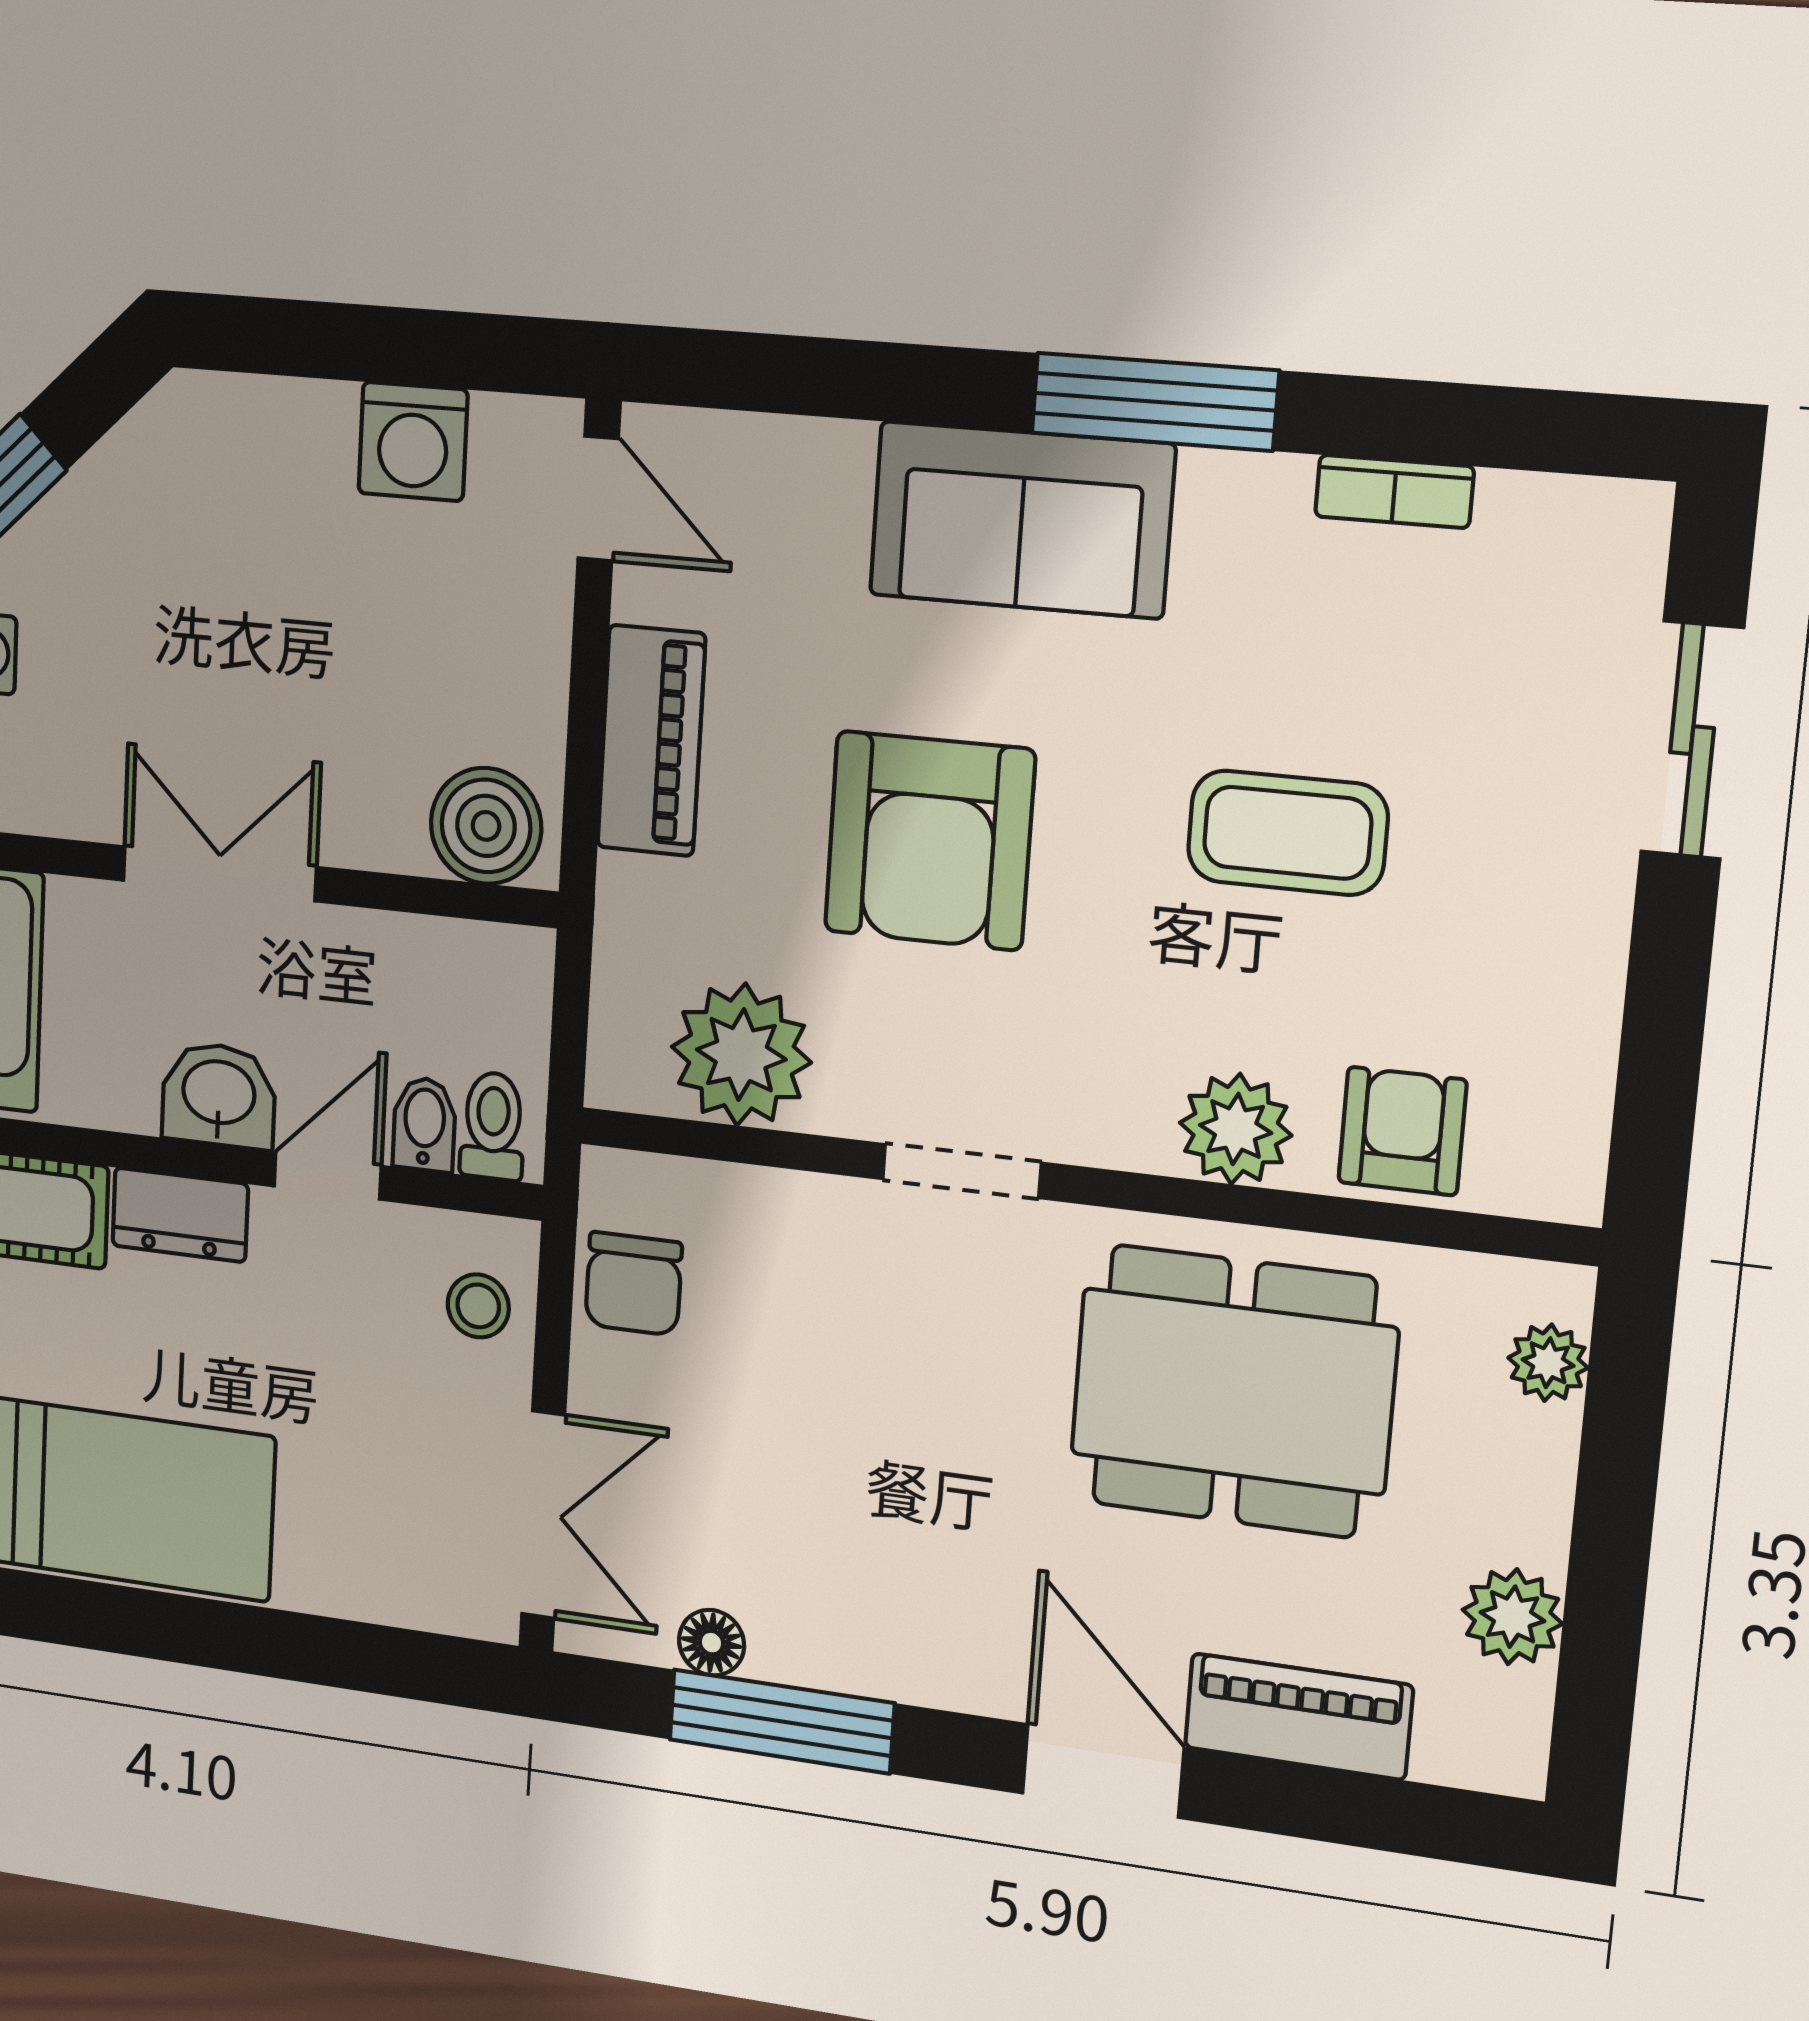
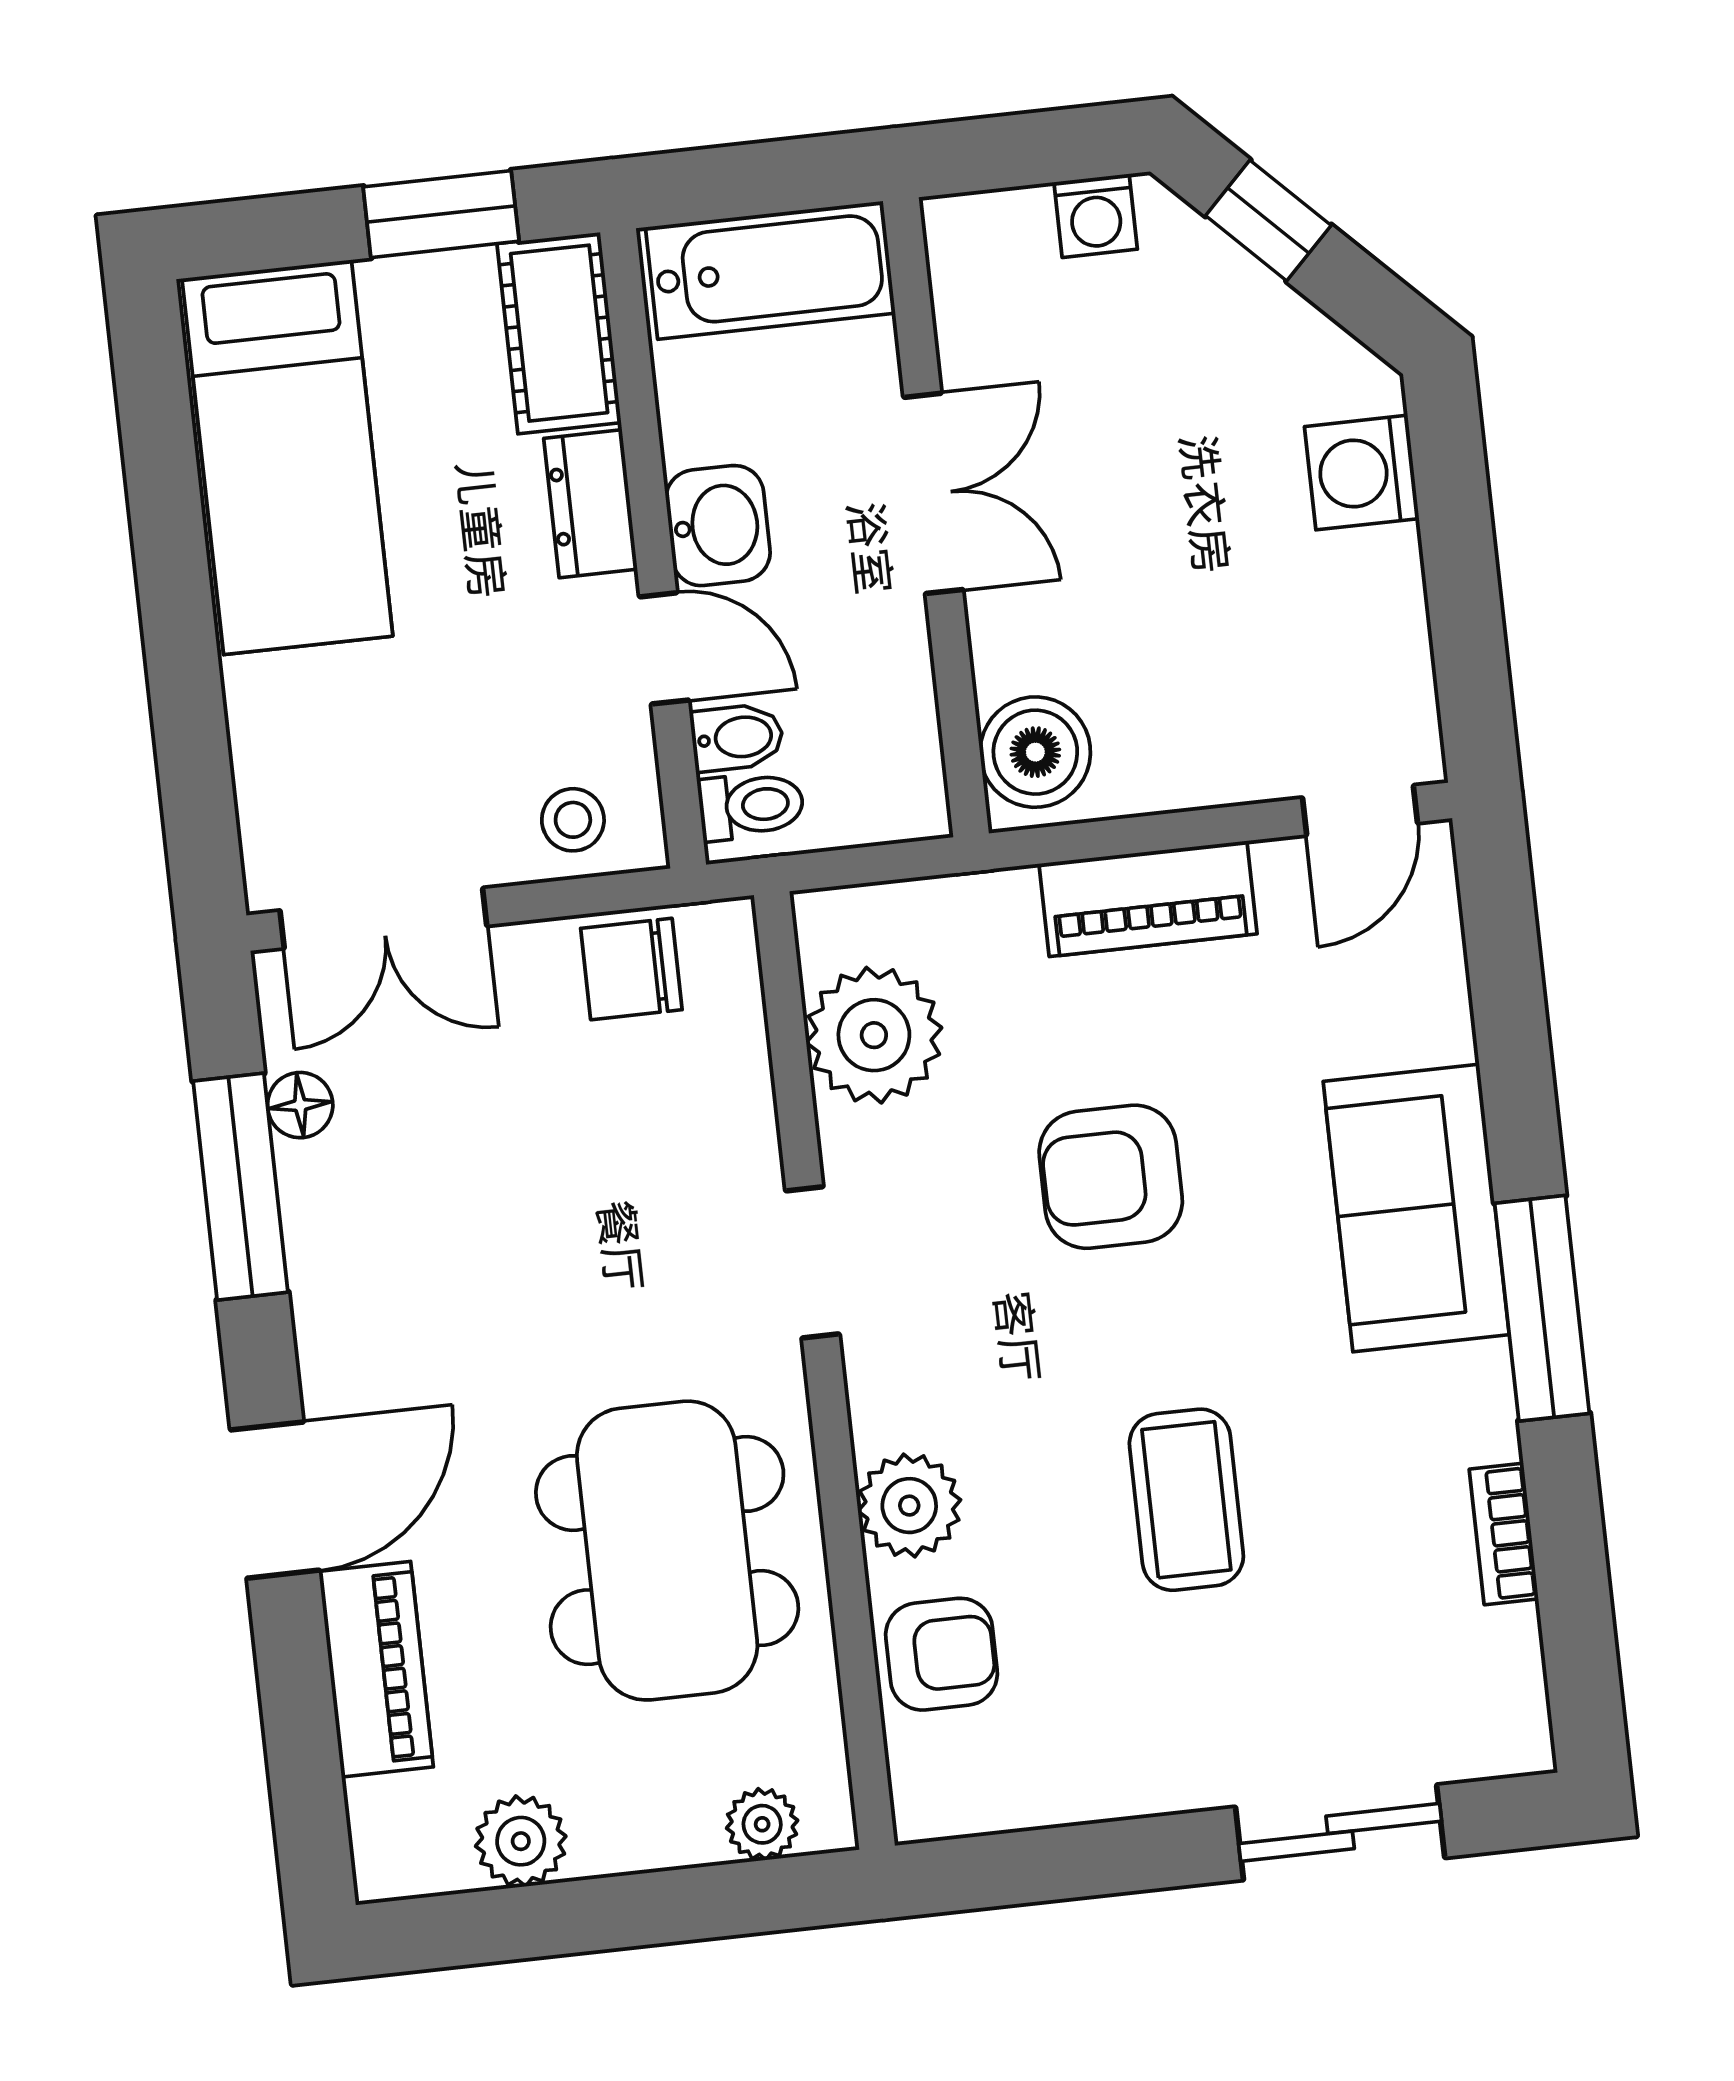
washing machine: (413, 442) -> (1362, 473), moved
armchair: (929, 841) -> (1111, 1177), width x0.73, depth x0.73

